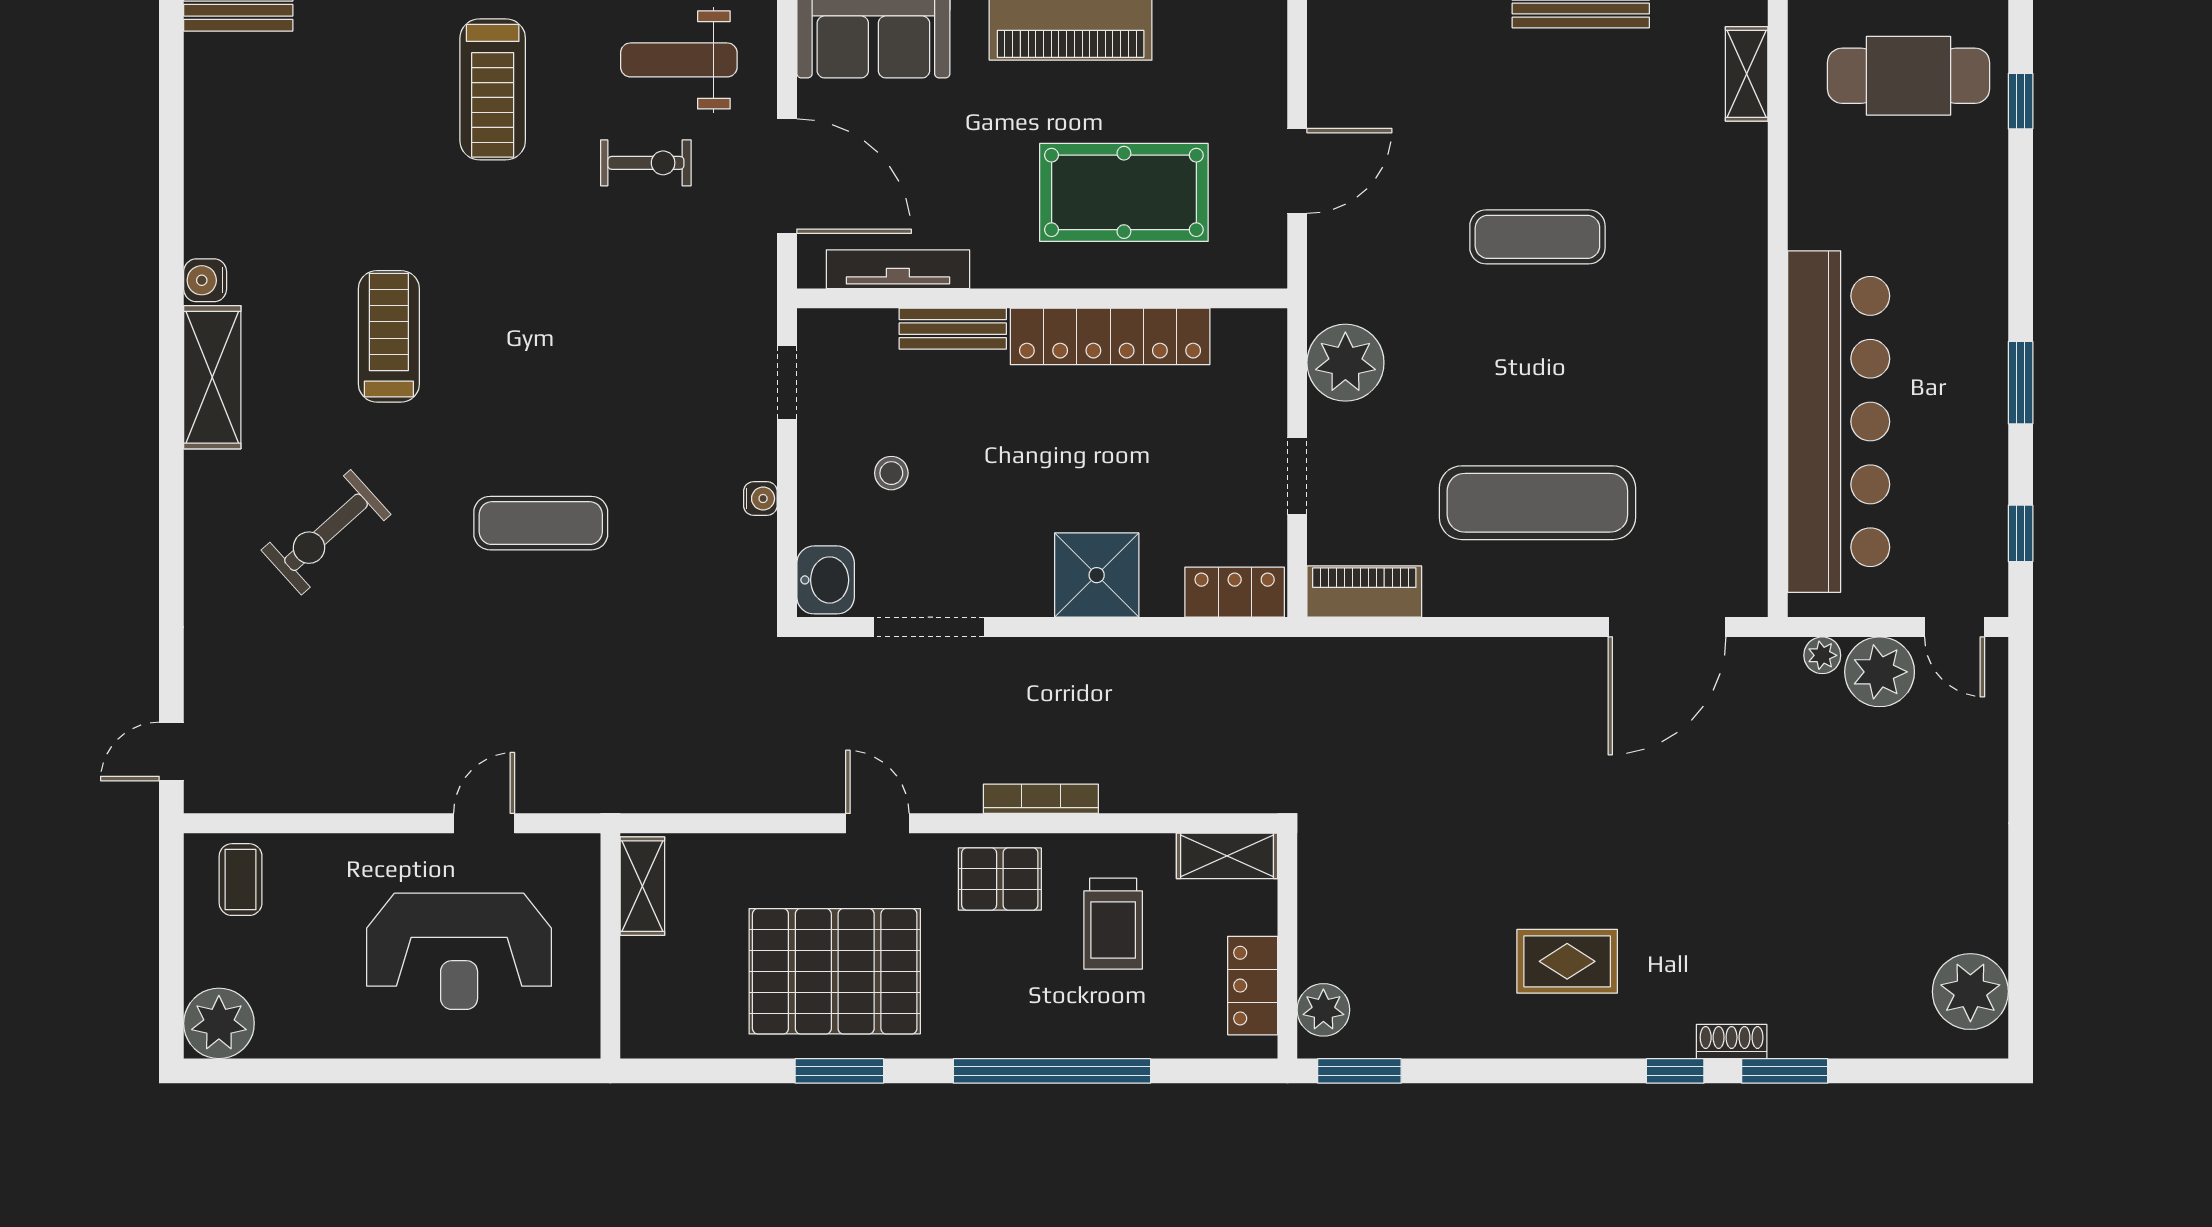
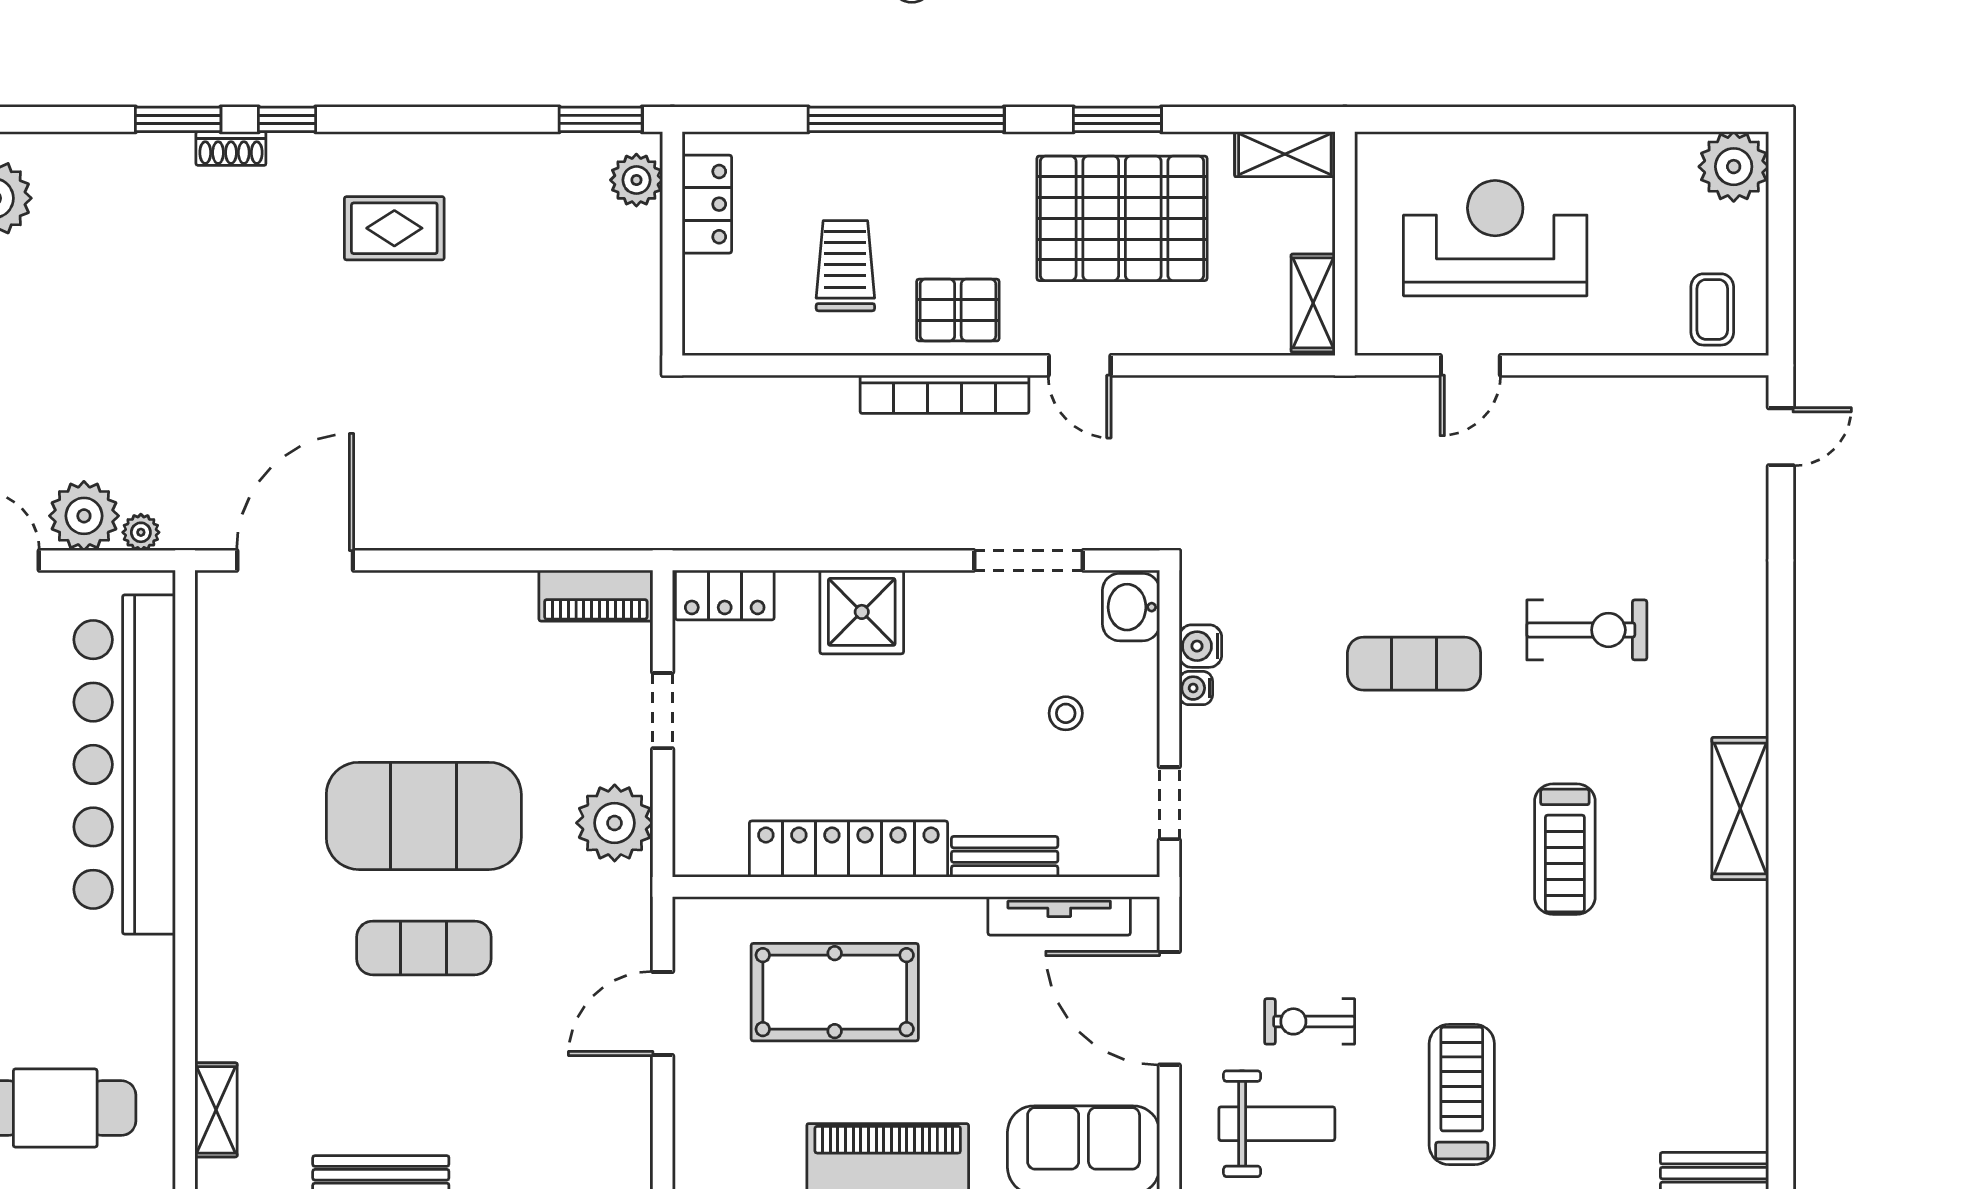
water cooler: (205, 280) -> (1200, 646), moved, turned 180
exercise mat: (1537, 503) -> (424, 816), moved, width x1.47
exercise bike: (326, 532) -> (1587, 630), moved, turned 42
bookcase: (1041, 799) -> (944, 394), width x1.48, depth x1.31
shelving: (1227, 856) -> (1285, 154), moved

